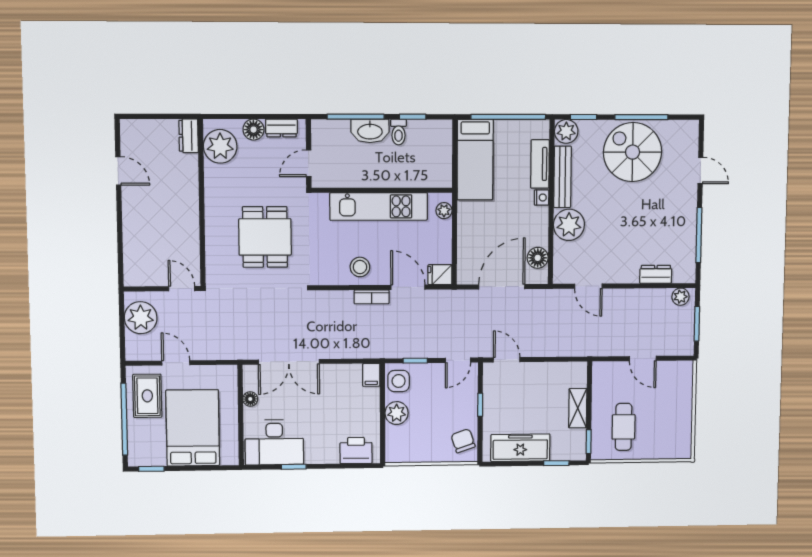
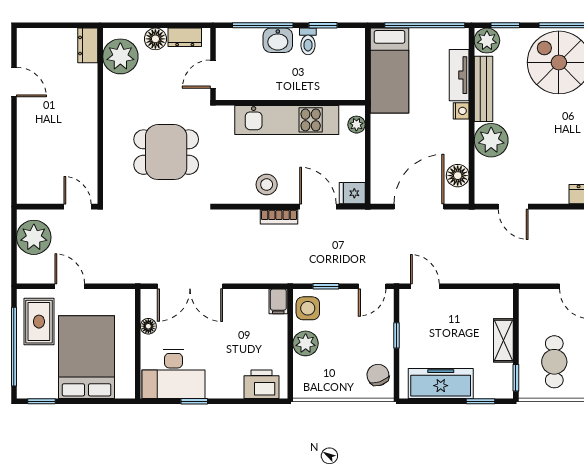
washbasin: (370, 131) -> (278, 40), width x0.72
dining table: (265, 237) -> (166, 152), turned 90

